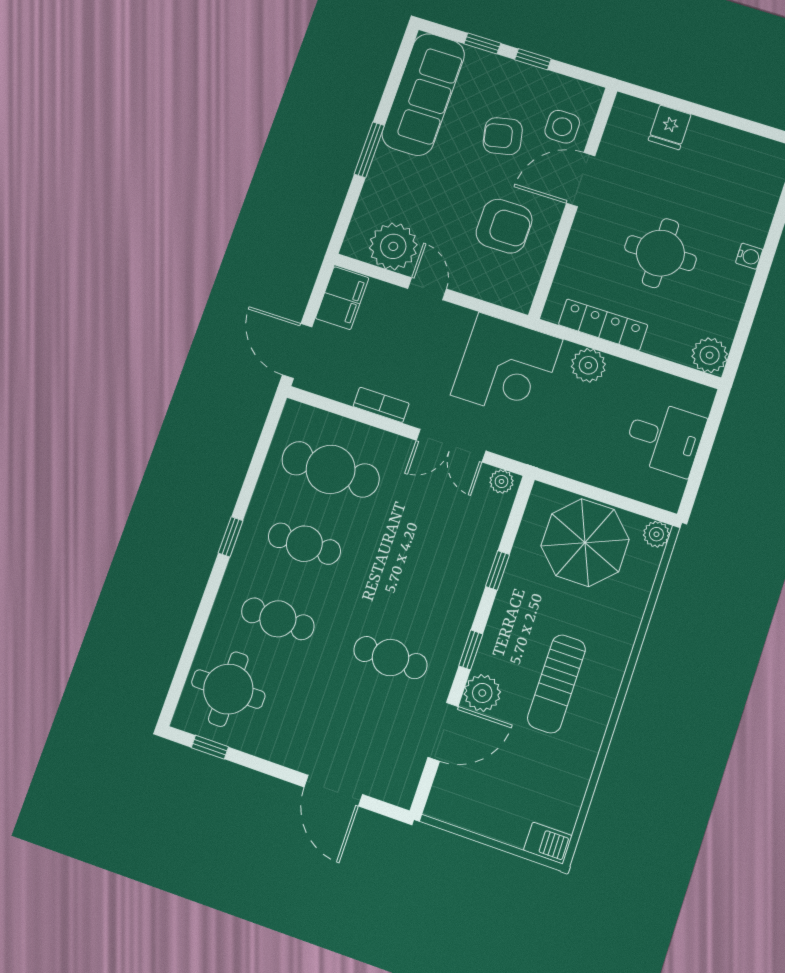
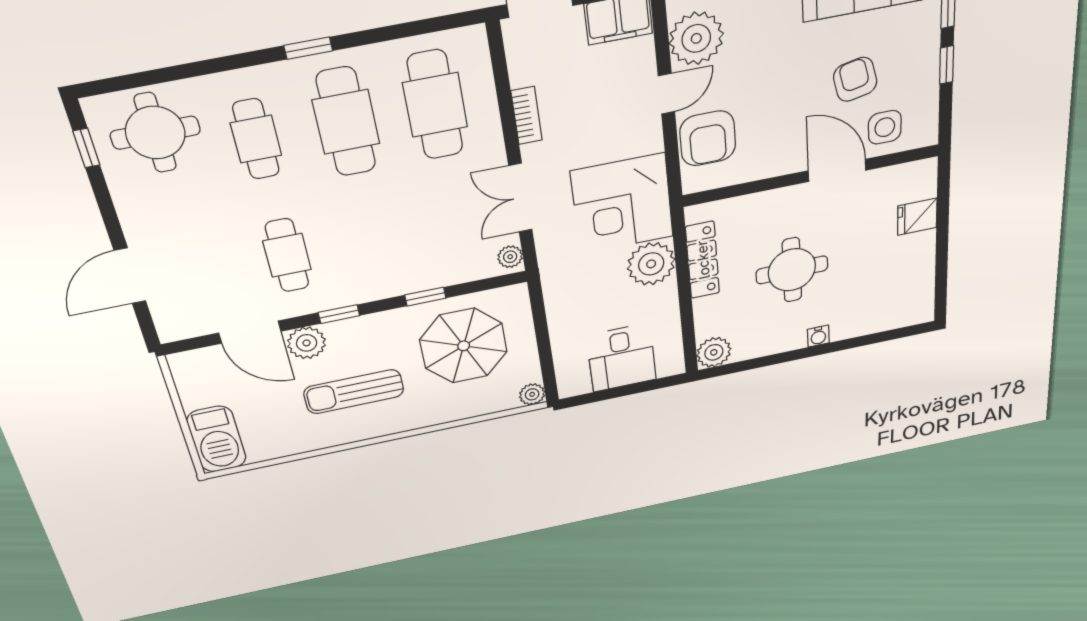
armchair: (504, 226) -> (708, 138), moved
plant: (588, 365) -> (651, 264), width x1.36, depth x1.36
parasol: (585, 543) -> (464, 346), moved
cafe table: (304, 544) -> (346, 122), width x1.37, depth x1.35
barbecue: (548, 843) -> (217, 439), width x1.88, depth x1.53

